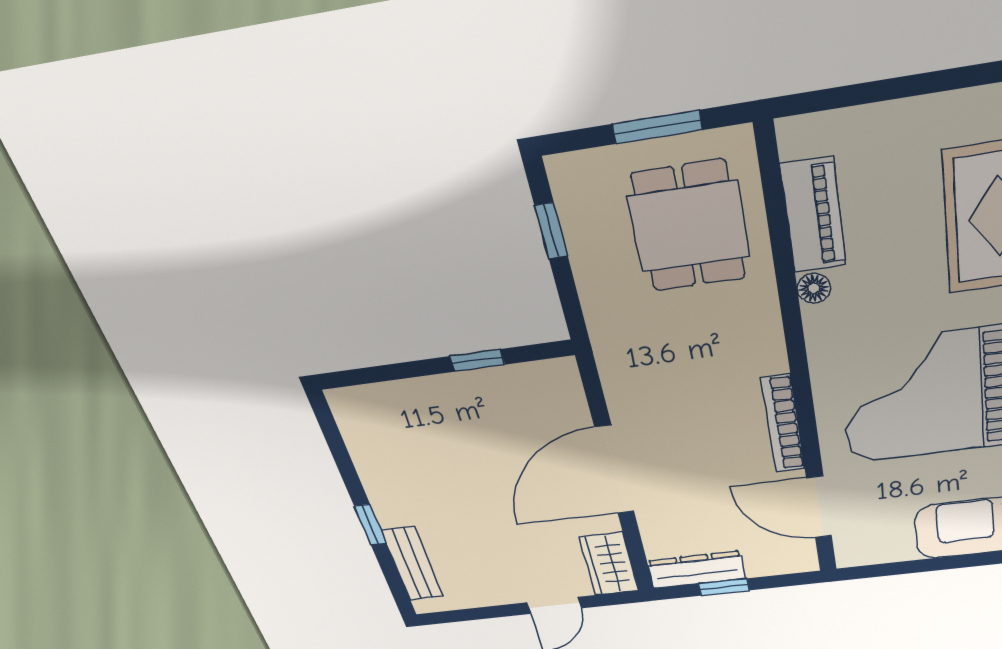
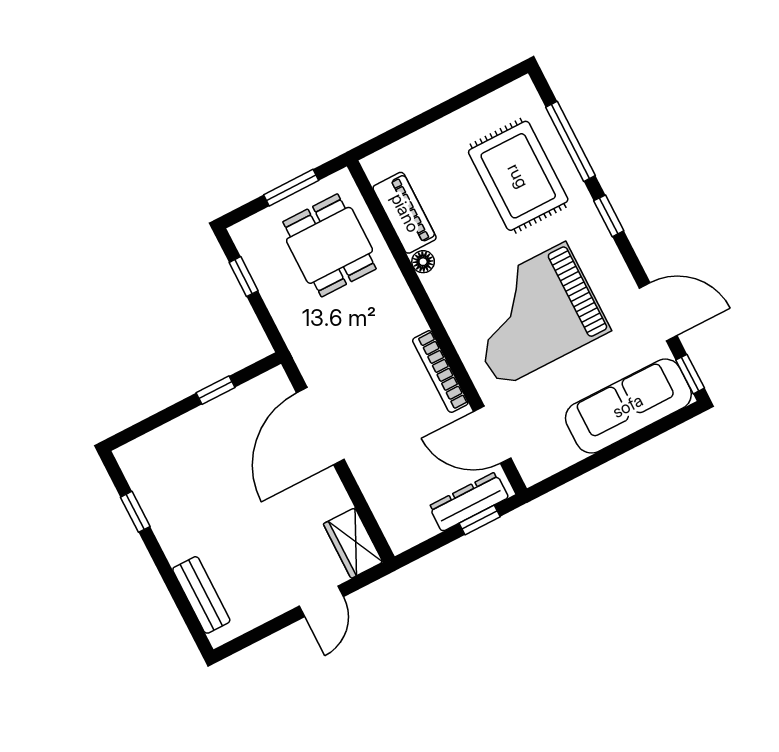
door: (615, 470) -> (320, 426), moved
window: (370, 525) -> (135, 512), moved
dresser: (696, 570) -> (469, 502), moved
window: (724, 587) -> (480, 520), moved

